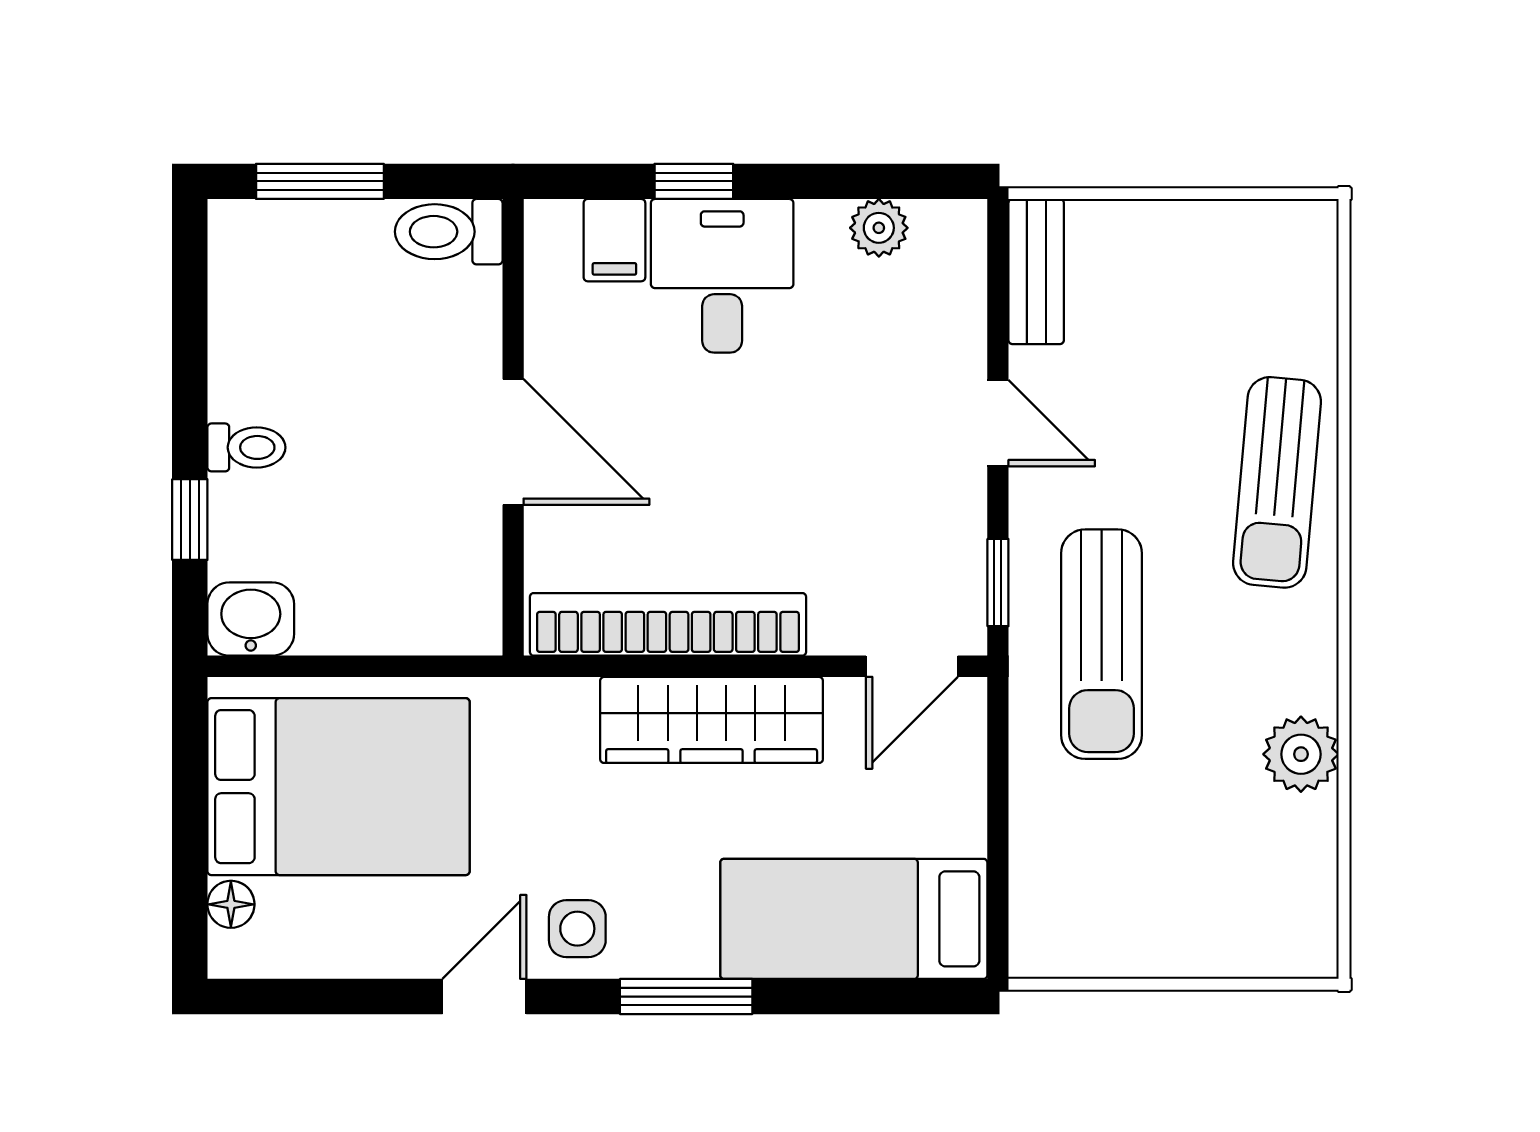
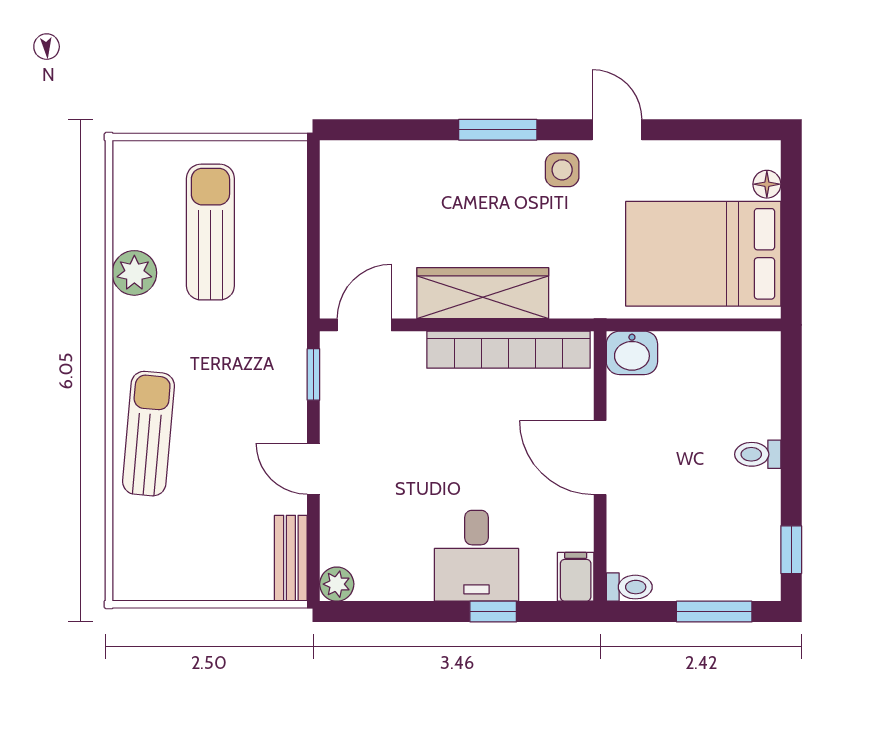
plant: (879, 228) -> (337, 584), moved
toilet: (449, 232) -> (629, 587), width x0.73, depth x0.72
filing cabinet: (614, 240) -> (576, 577), moved
window: (190, 520) -> (791, 550), moved
washbasin: (251, 619) -> (632, 353), moved
sun lounger: (1102, 644) -> (210, 232), moved
bed: (854, 919) -> (399, 176), removed
door: (484, 997) -> (617, 130), swing flipped

